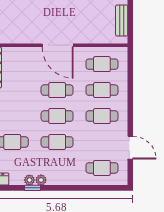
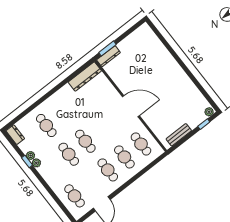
door: (58, 45) -> (131, 106), swing flipped
cafe table: (57, 90) -> (102, 128), removed

